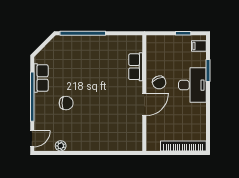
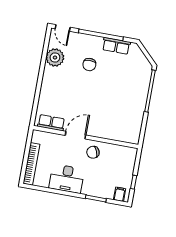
row of seats: (136, 67) -> (51, 123), moved
desk: (192, 85) -> (67, 179), moved
door: (144, 104) -> (75, 135), swing flipped
plant: (61, 146) -> (55, 58), width x1.87, depth x1.87

